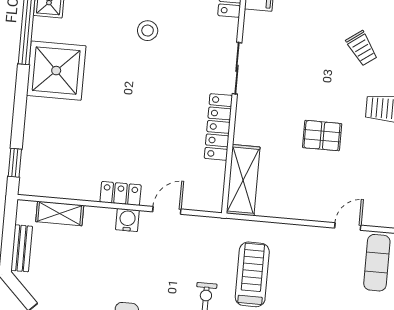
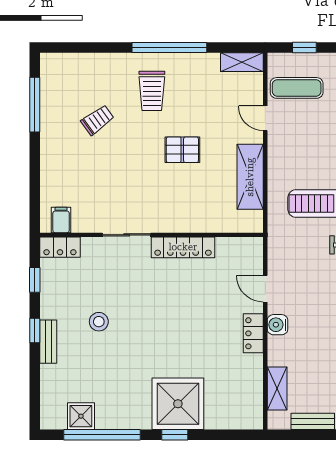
shower: (56, 71) -> (178, 404), moved
pallet: (322, 136) -> (182, 150), turned 90
window: (15, 163) -> (175, 435), moved
shelving: (243, 180) -> (250, 177), moved, turned 90

